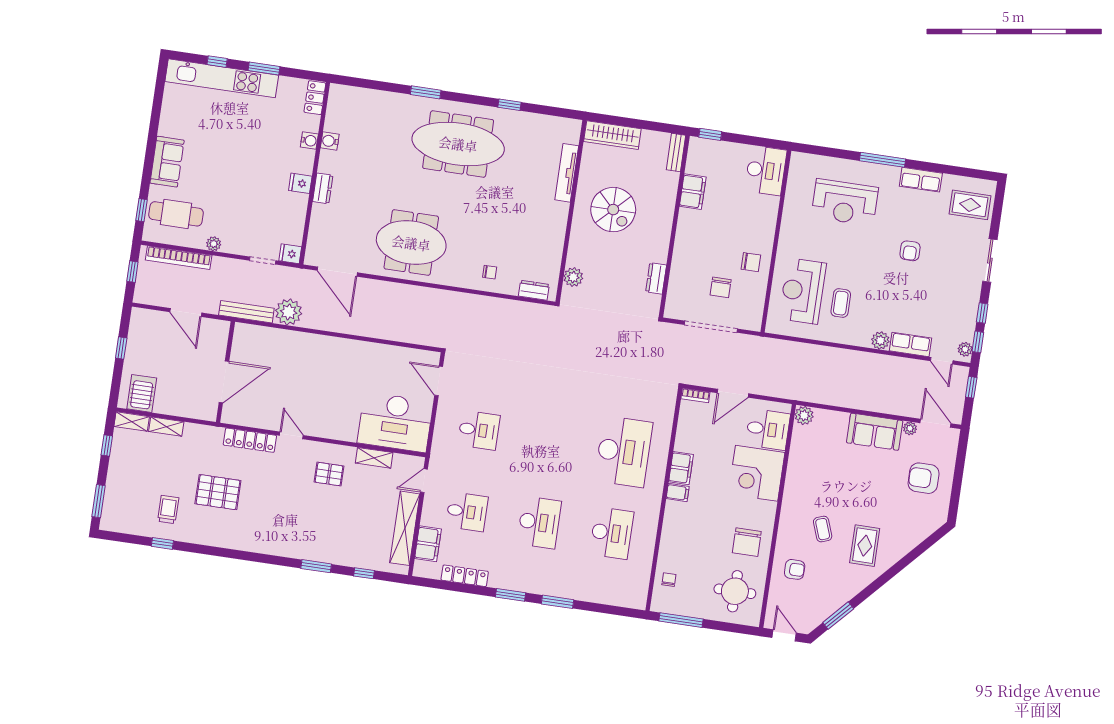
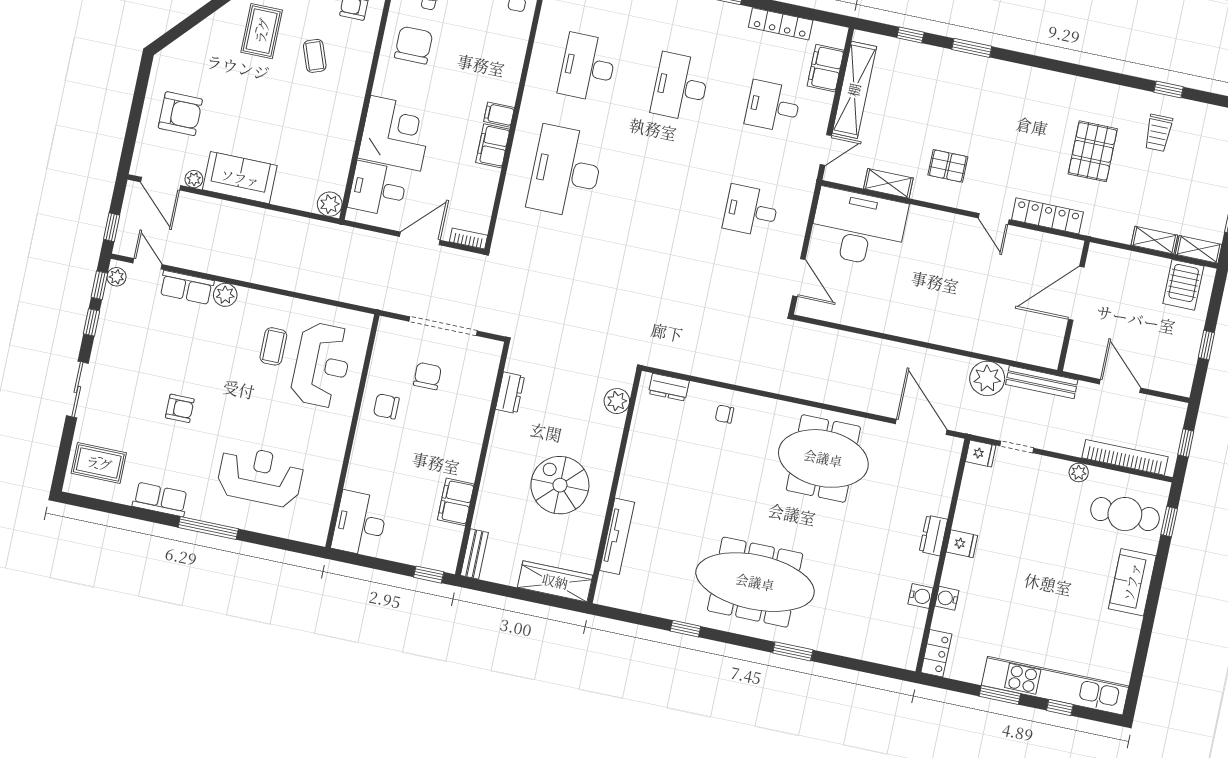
armchair: (910, 251) -> (180, 408), turned 90
pallet: (218, 492) -> (1093, 151), turned 90

